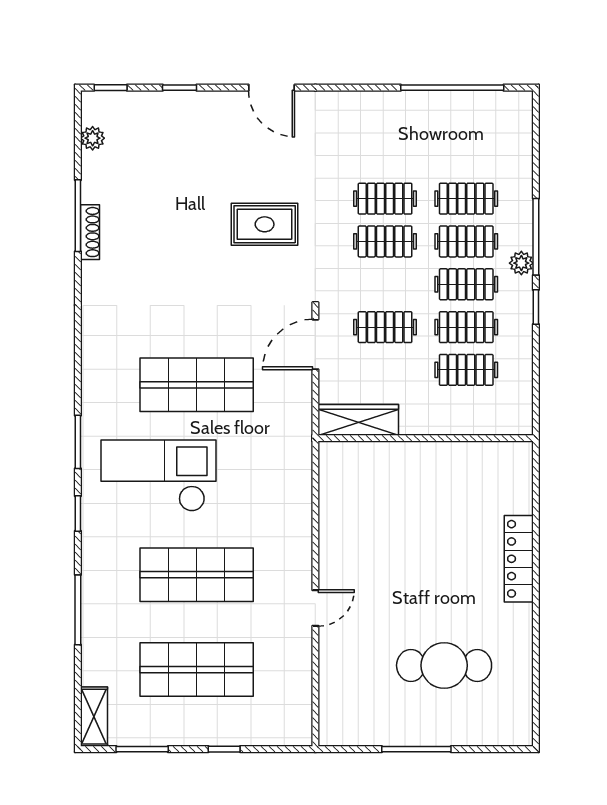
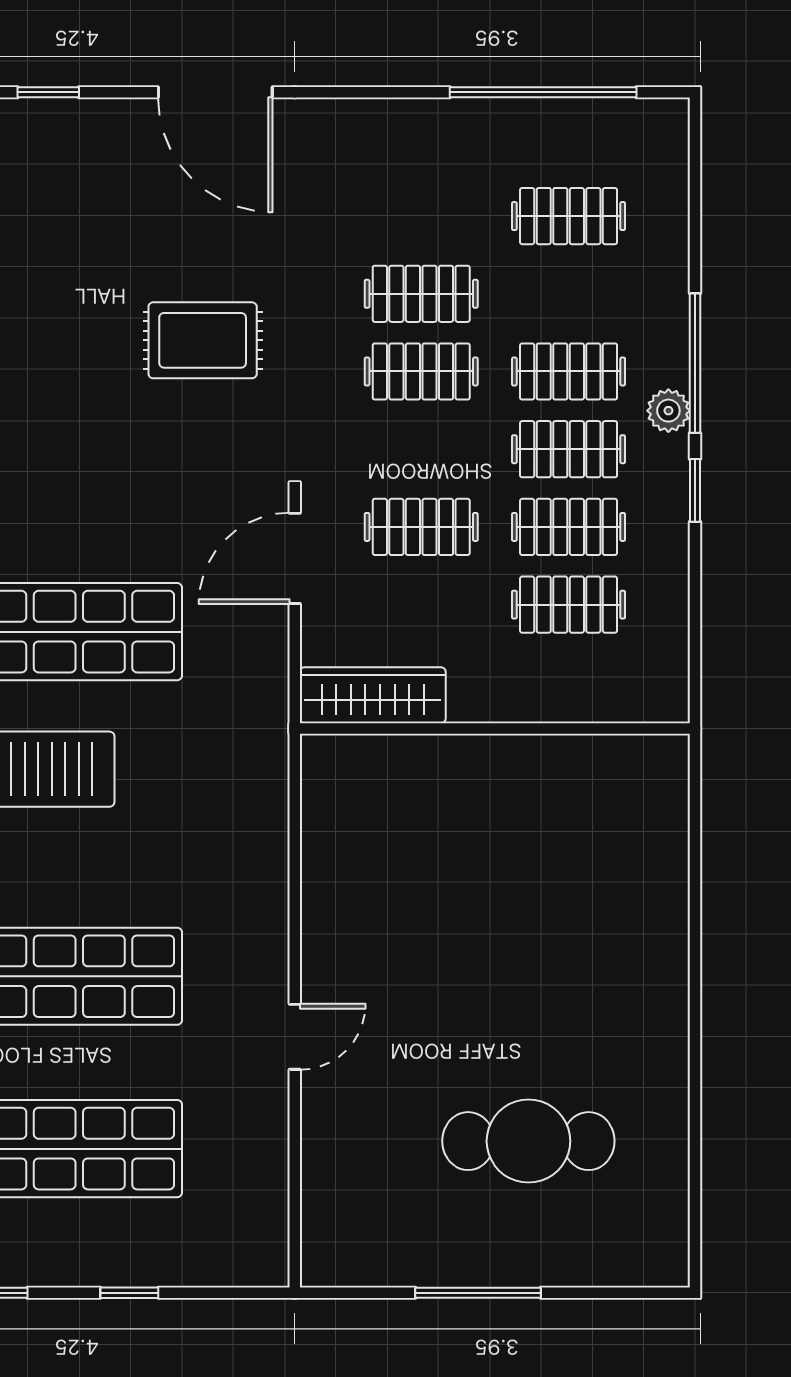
door: (272, 88) -> (215, 92), width x1.36
clothes rail: (466, 199) -> (569, 216), moved
locker: (519, 559) -> (664, 947), removed

